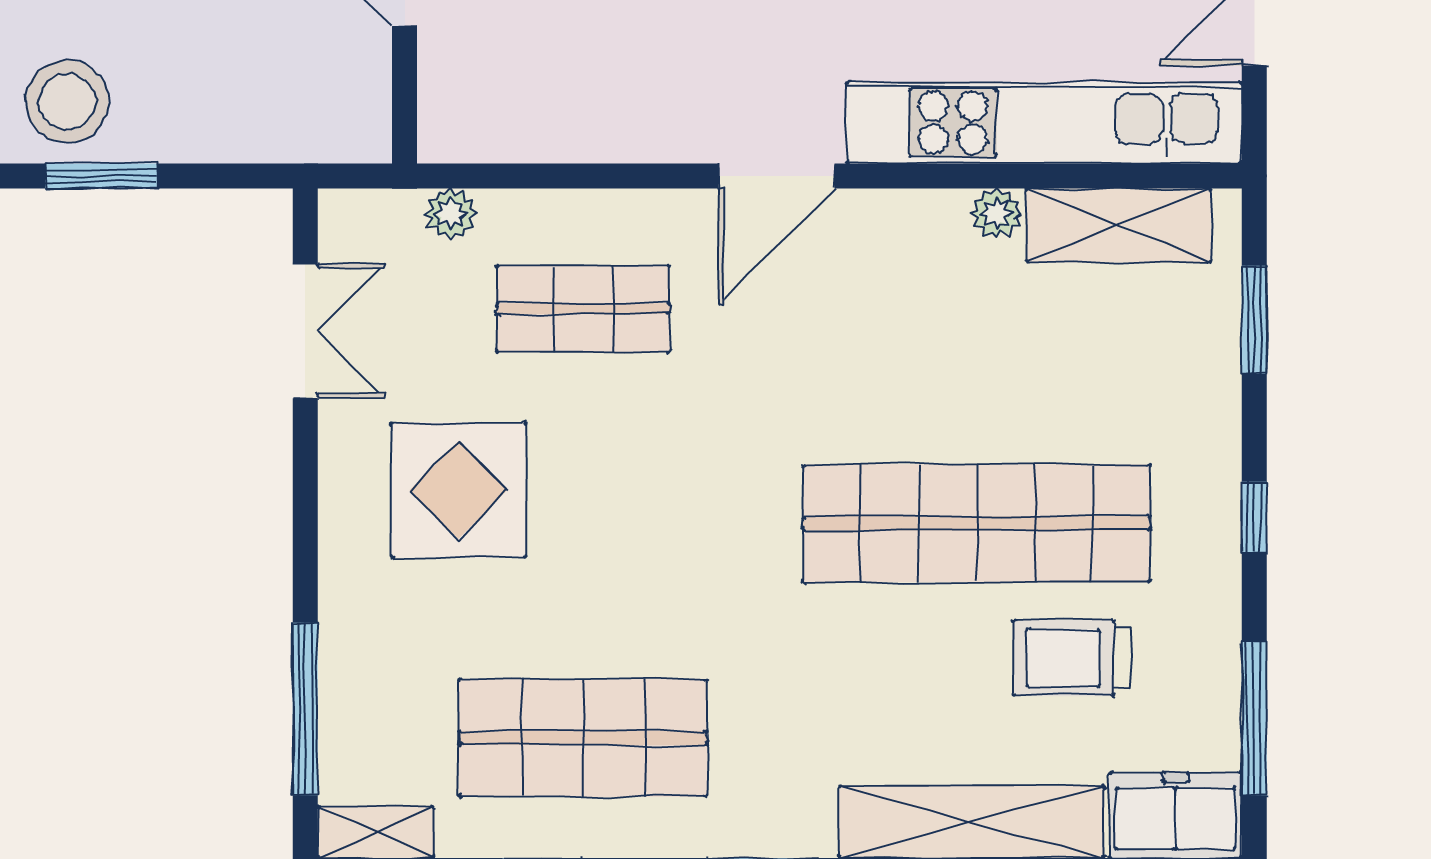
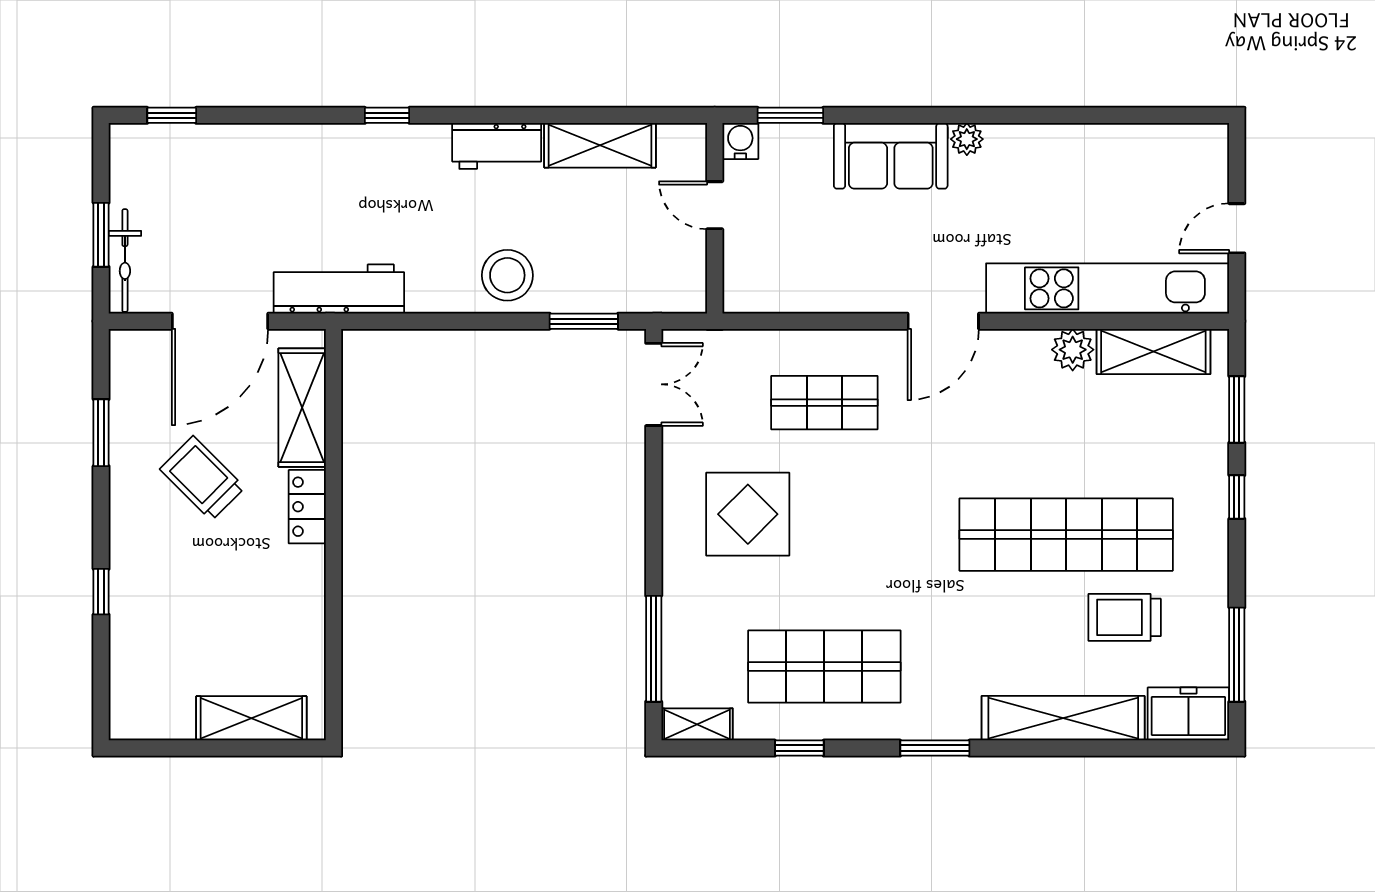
window: (101, 176) -> (584, 321), moved
plant: (996, 213) -> (1073, 350), width x1.38, depth x1.38
plant: (451, 214) -> (743, 344), removed
double door: (305, 331) -> (654, 384), moved
window: (1254, 517) -> (1237, 497), moved

